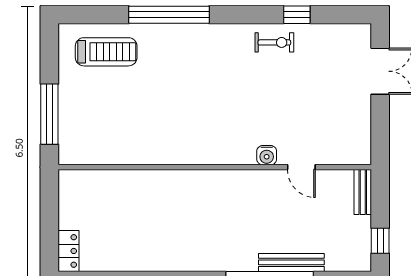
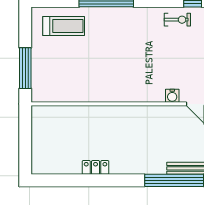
locker: (68, 251) -> (96, 167), moved, turned -90

